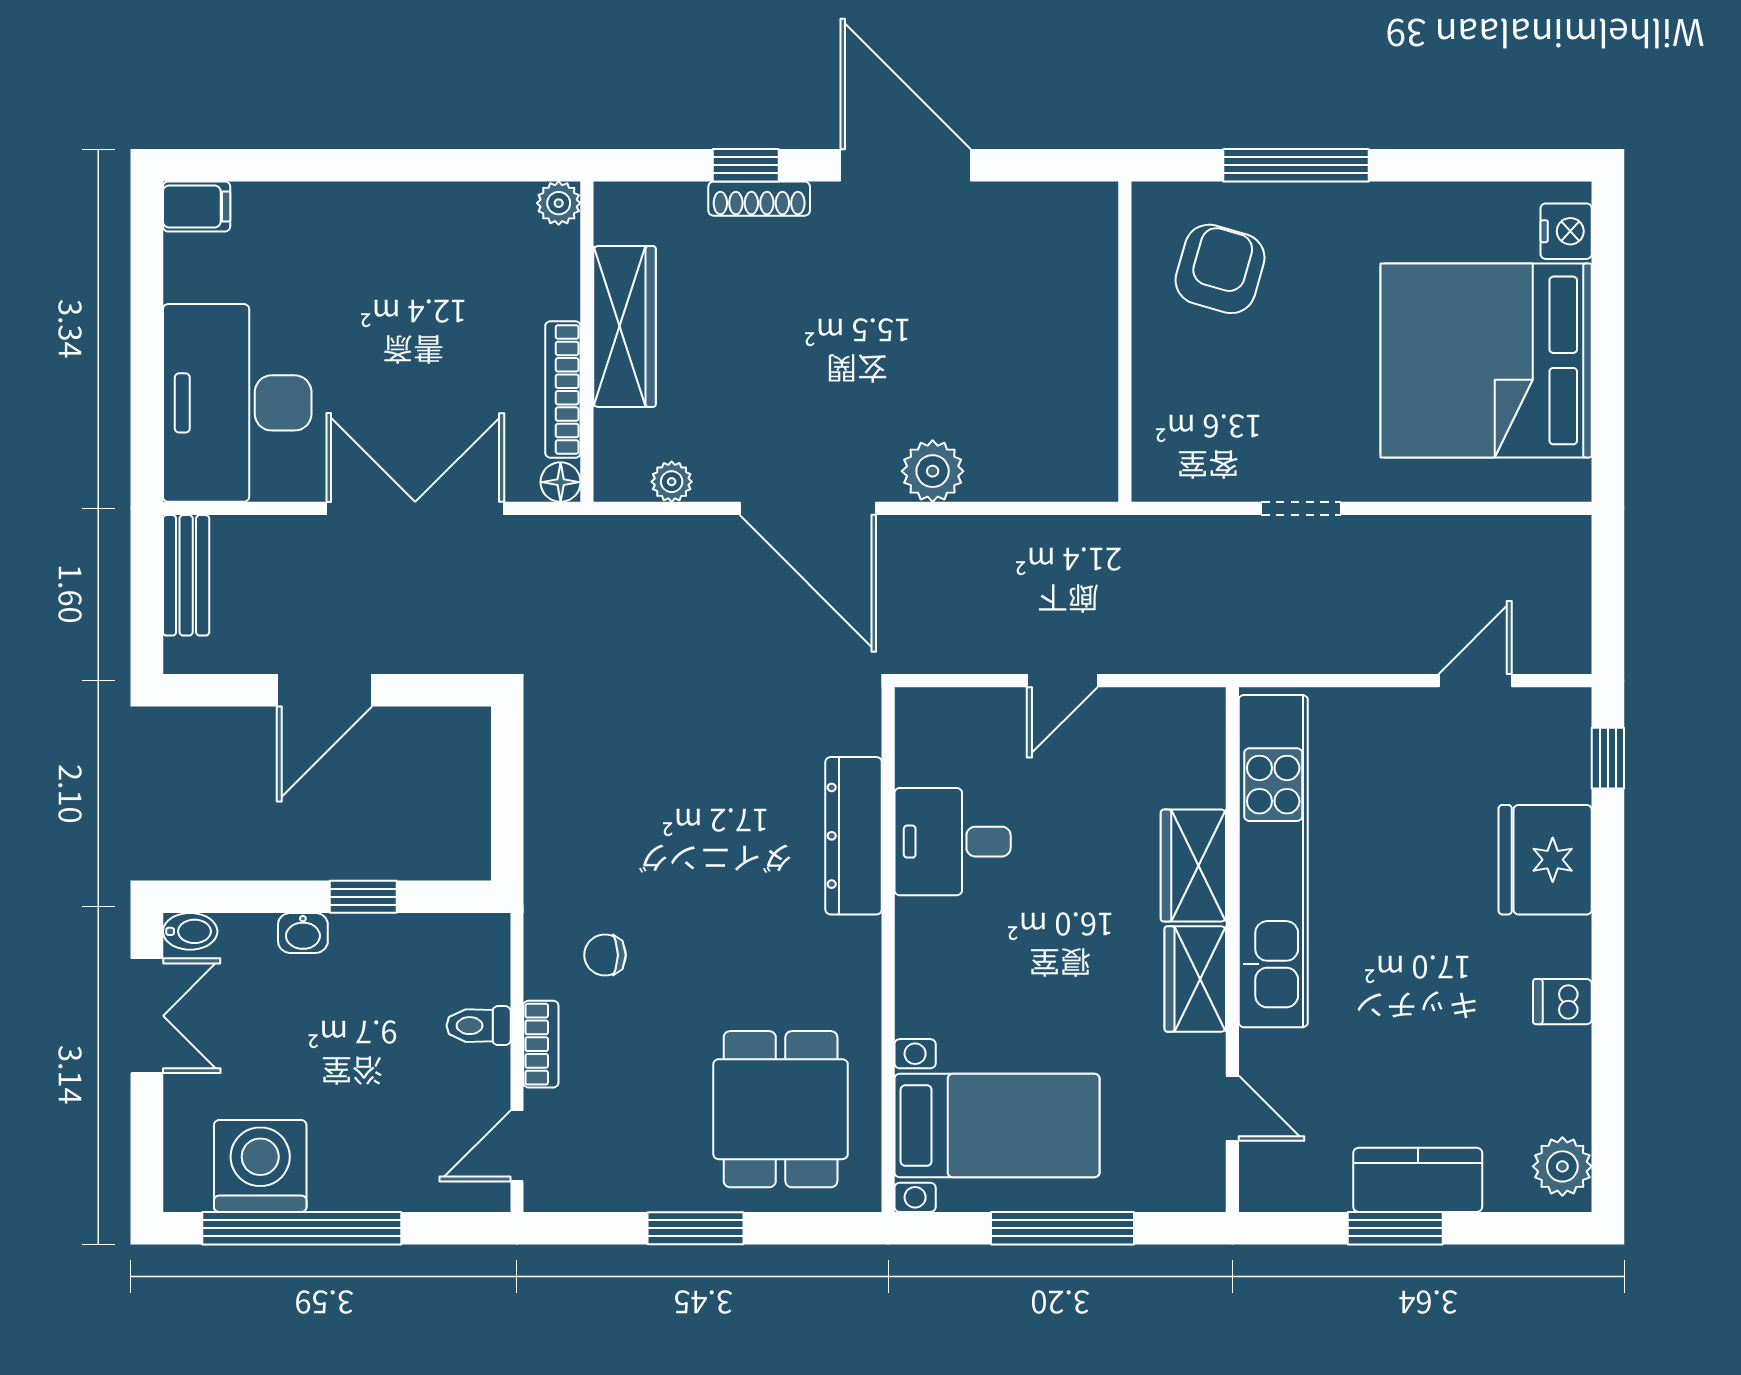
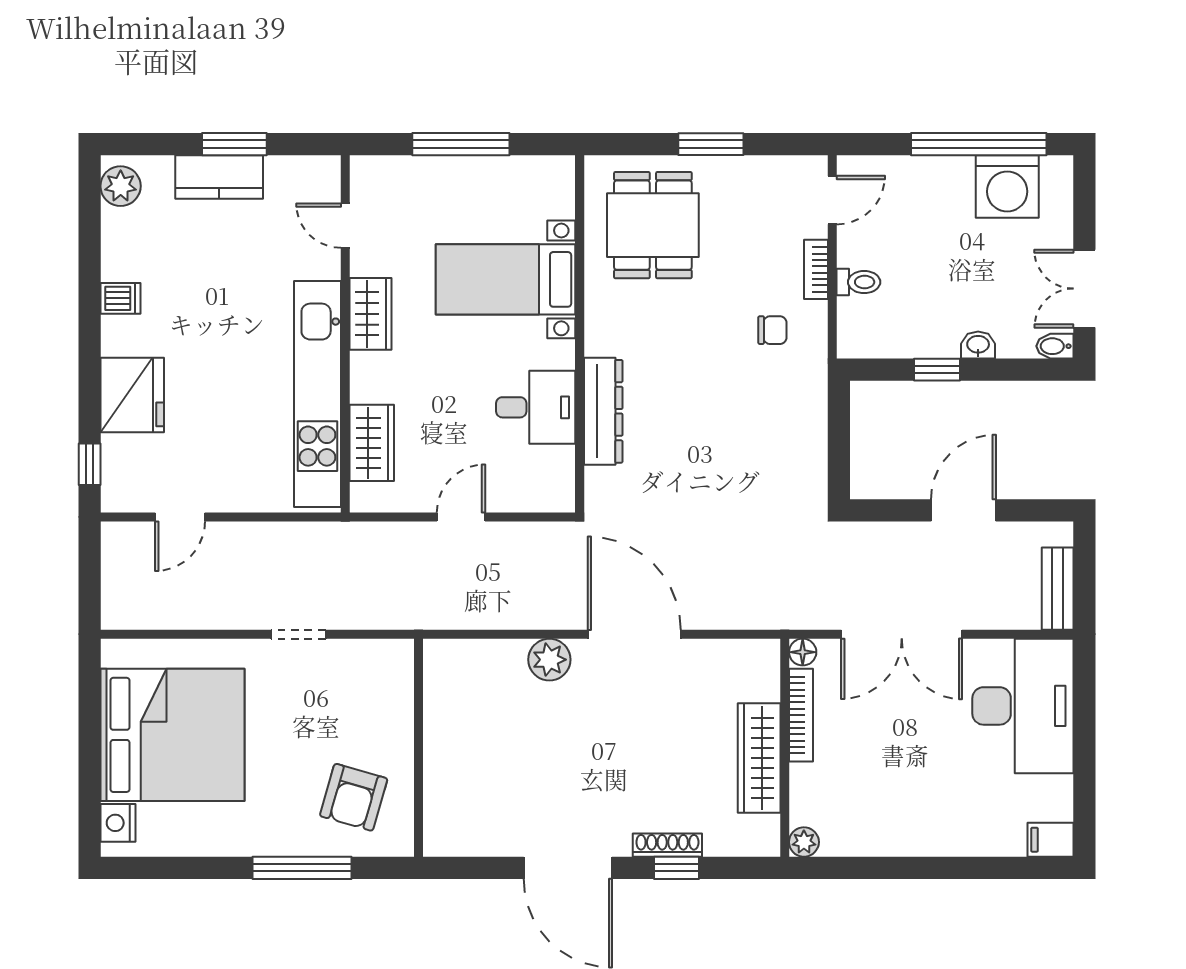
plant: (672, 482) -> (727, 652), removed
wardrobe: (1193, 866) -> (372, 443), moved
bed with nightstands: (997, 1126) -> (506, 279), moved

